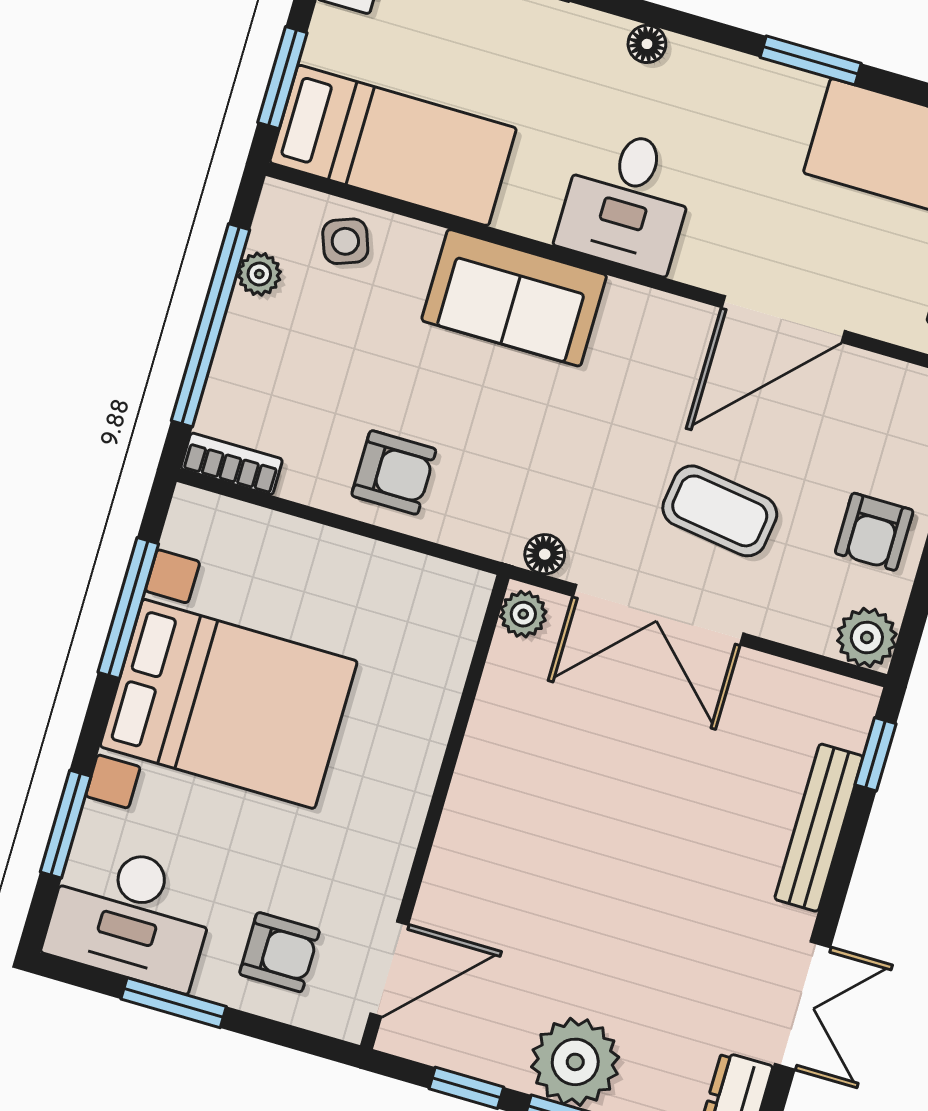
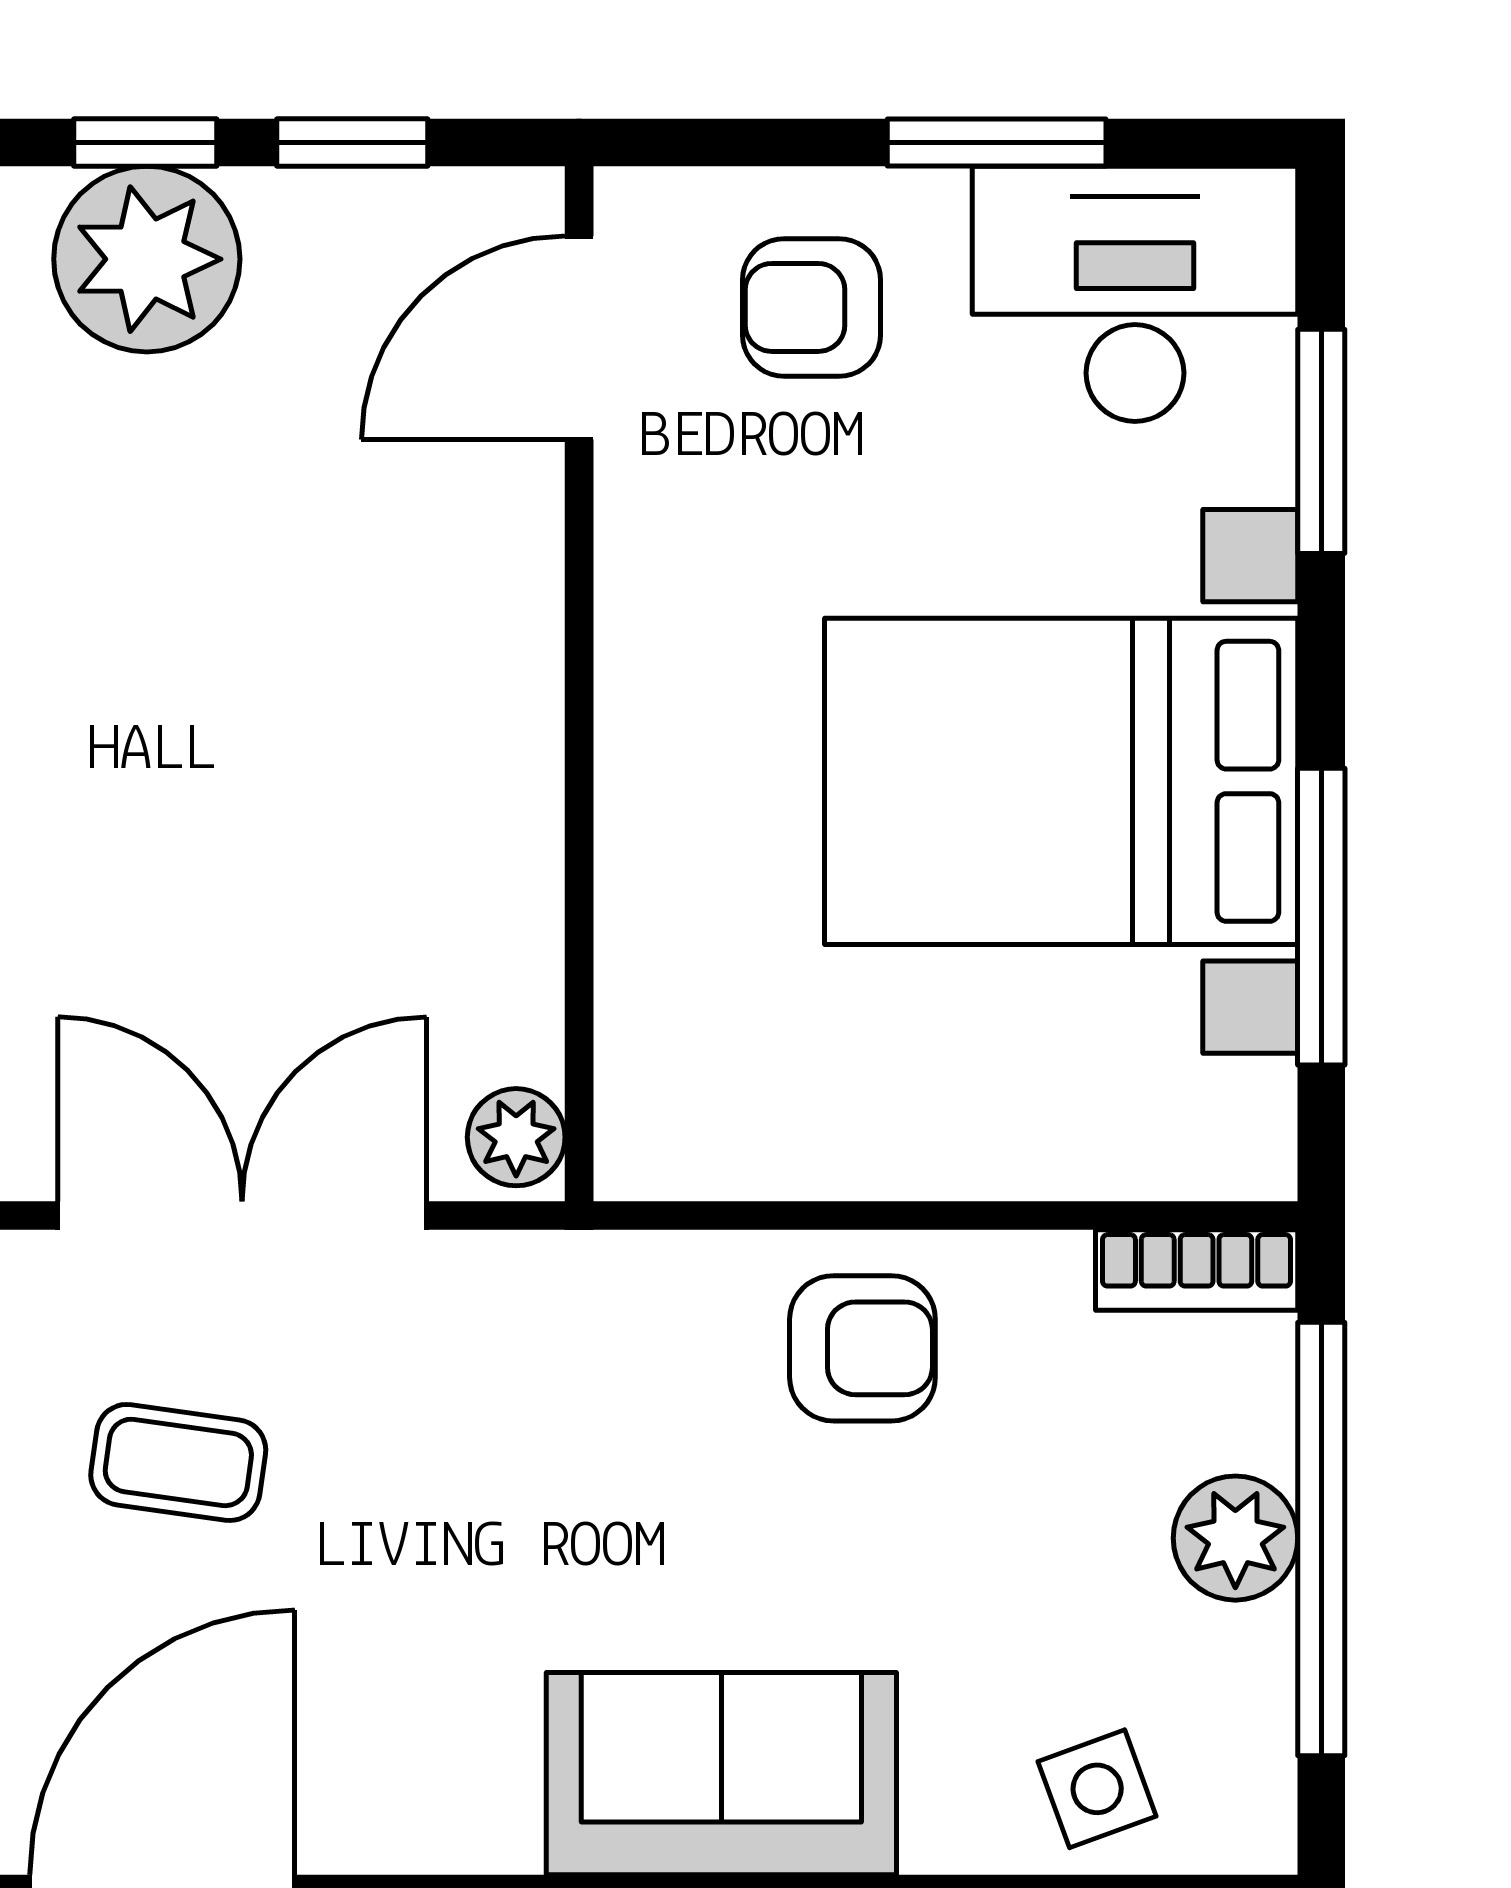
plant: (259, 274) -> (1235, 1538), moved, width x1.38, depth x1.38
armchair: (394, 472) -> (862, 1348), turned 180
coffee table: (720, 511) -> (178, 1462), width x0.73, depth x0.77
floor lamp: (545, 554) -> (508, 1271), removed

